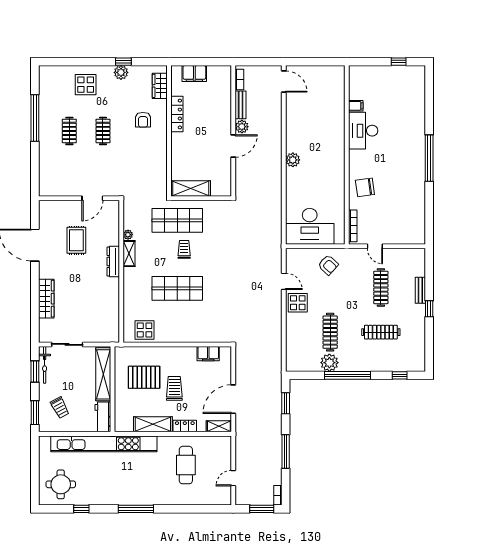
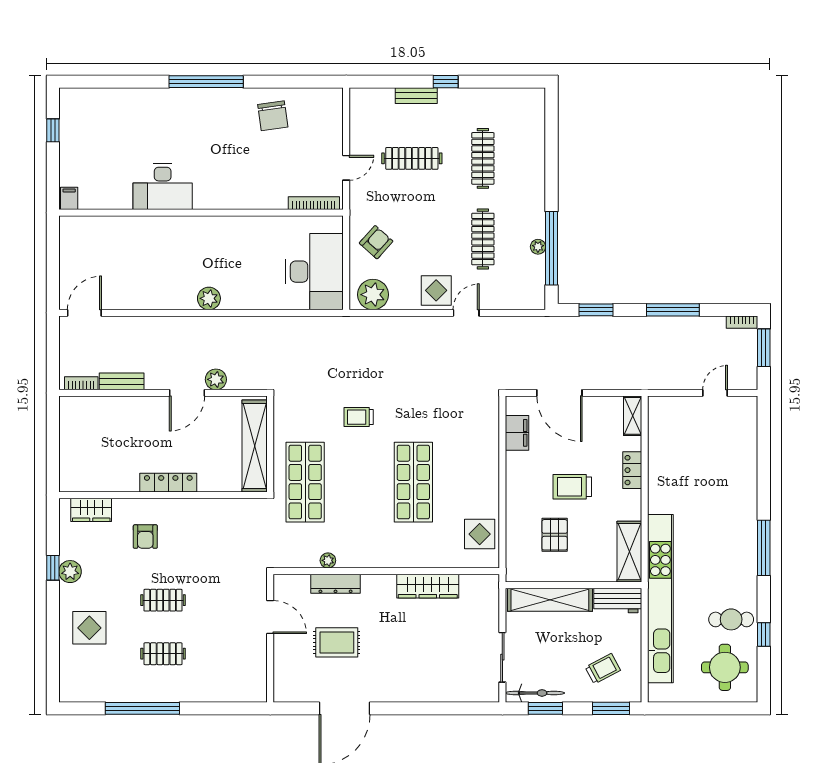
filing cabinet: (194, 74) -> (72, 455), removed
filing cabinet: (356, 106) -> (69, 198), moved
locker: (177, 114) -> (168, 483), moved
armchair: (143, 120) -> (145, 537), turned 90
plant: (242, 127) -> (216, 379), moved
door: (233, 146) -> (187, 393), swing flipped
chair: (365, 187) -> (273, 116), moved
shelving: (191, 189) -> (255, 446), width x1.47
trolley: (184, 249) -> (359, 417), moved
shelving: (129, 254) -> (358, 559), removed
dresser: (113, 261) -> (336, 584), moved
plant: (295, 263) -> (373, 295), added
door: (284, 281) -> (466, 313), moved
wardrobe: (46, 299) -> (428, 586), moved, turned 180
clothes rail: (330, 332) -> (483, 239), turned 90
plant: (329, 363) -> (538, 247), width x0.53, depth x0.53
window: (347, 375) -> (551, 248), moved
window: (400, 375) -> (551, 129), removed
pallet: (144, 377) -> (555, 535), width x0.67, depth x0.71
door: (233, 399) -> (559, 393), moved
shelving: (153, 424) -> (629, 552), moved
cafe table: (186, 465) -> (731, 619), moved, width x0.73, depth x0.74
door: (233, 478) -> (715, 393), swing flipped

